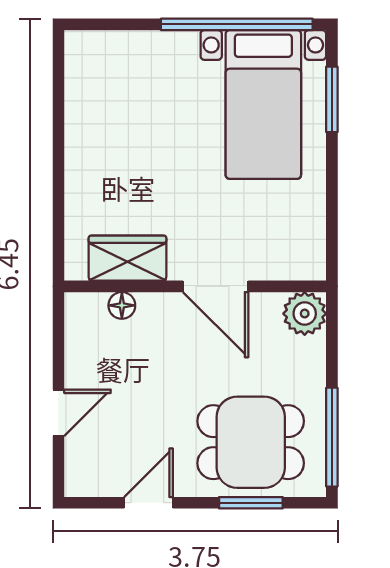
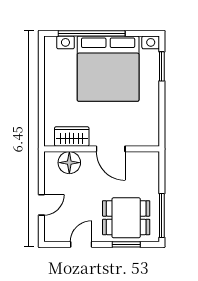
window: (237, 24) -> (92, 33), moved
bed with nightstands: (263, 104) -> (108, 69), width x1.85
floor lamp: (122, 305) -> (69, 163), width x1.89, depth x1.89
plant: (305, 314) -> (150, 161), removed

